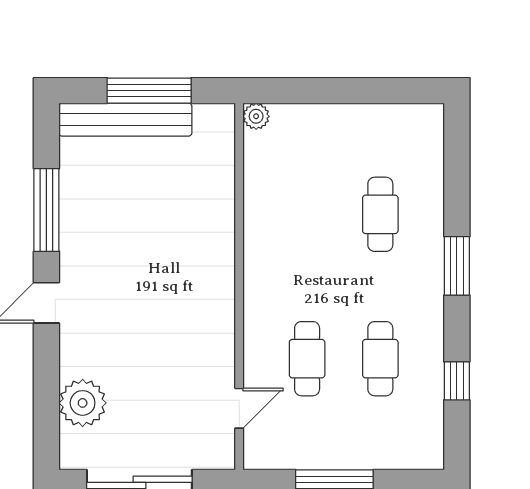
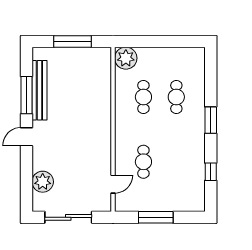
plant: (256, 116) -> (126, 58), width x1.87, depth x1.87
bench: (125, 120) -> (39, 90), moved, turned 90
cafe table: (380, 359) -> (143, 97), moved

